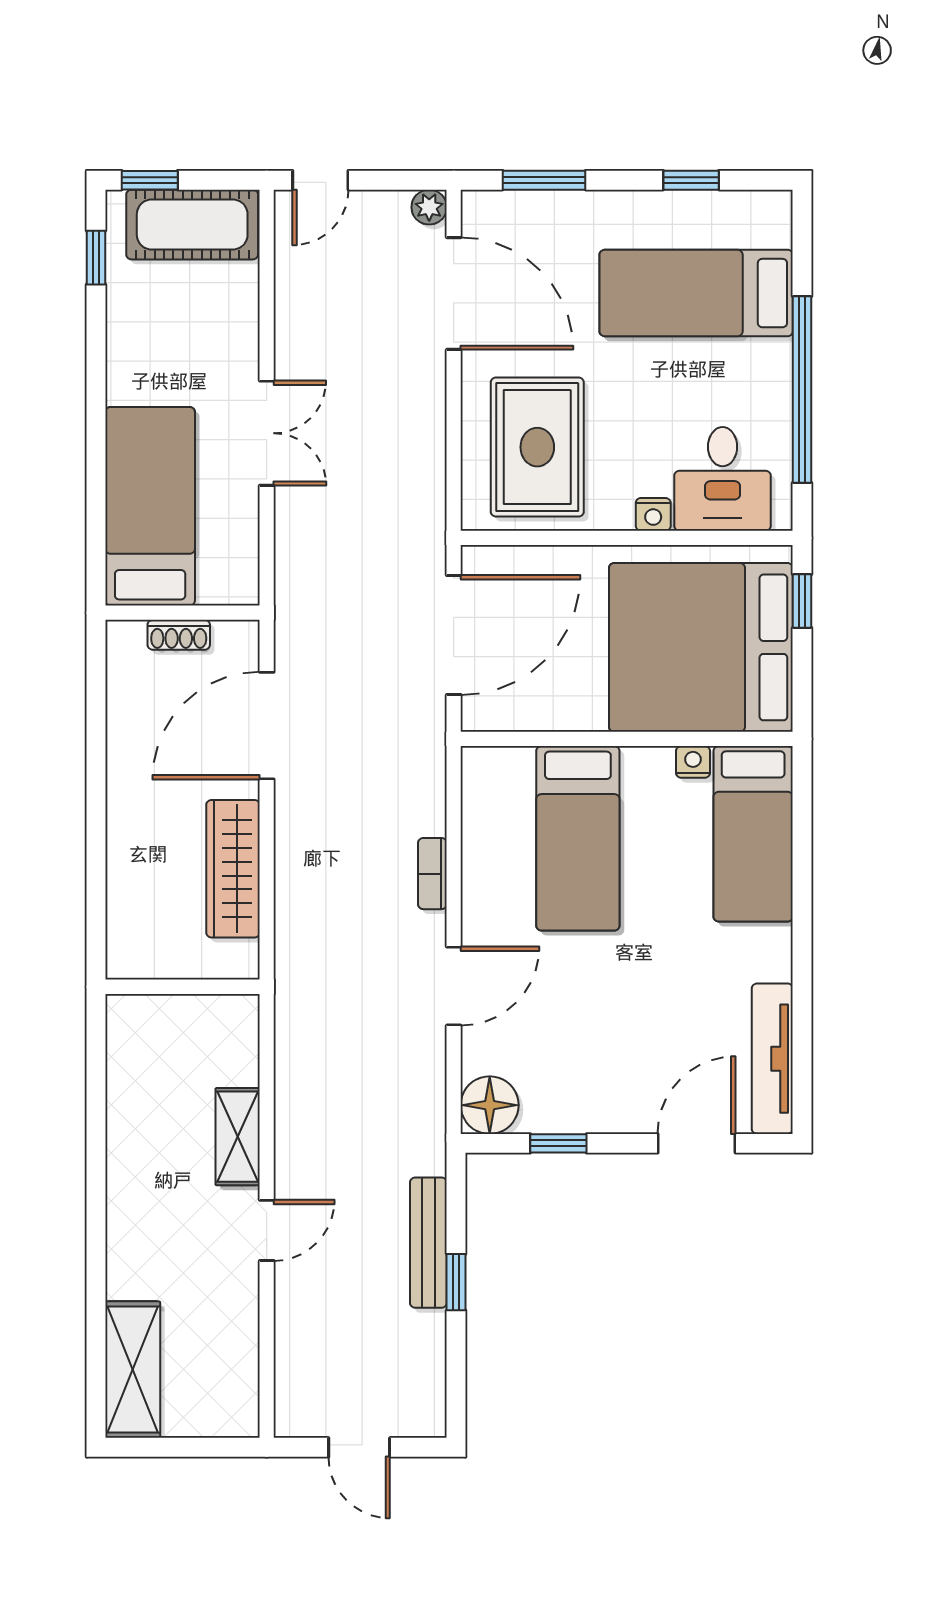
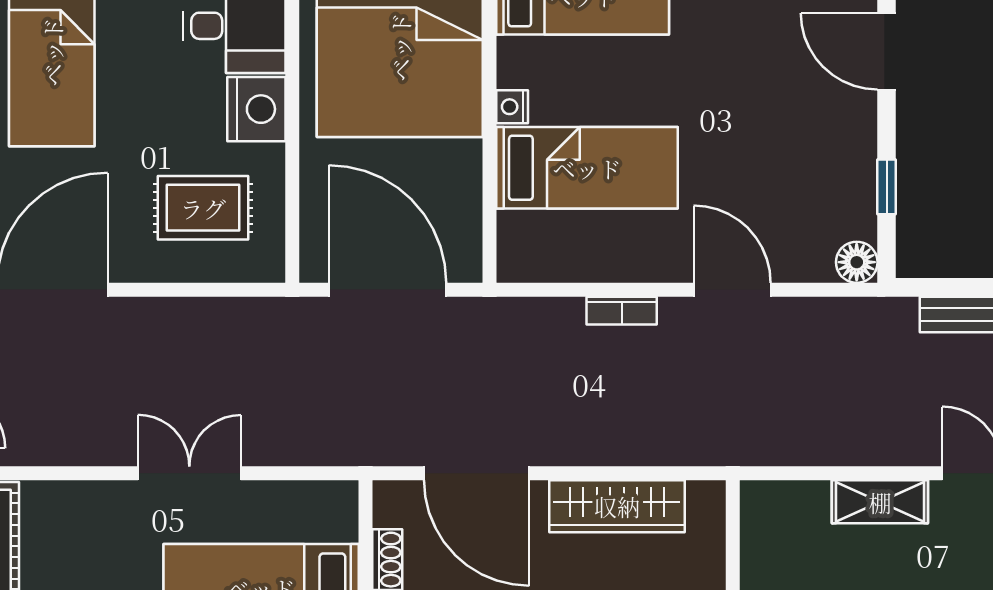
rug: (537, 447) -> (203, 208), width x0.73, depth x0.70
nightstand: (653, 514) -> (256, 109), width x1.89, depth x1.79
nightstand: (693, 762) -> (512, 107), moved
floor lamp: (490, 1105) -> (857, 262), width x0.73, depth x0.73

